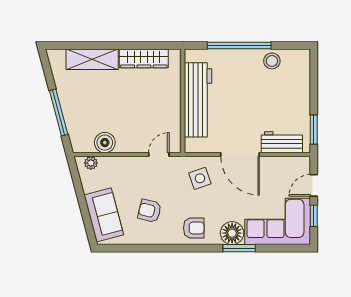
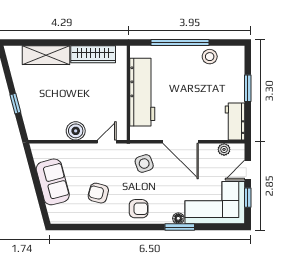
window: (59, 113) -> (15, 104), width x0.46
window: (314, 129) -> (248, 88), moved
workbench: (282, 142) -> (235, 121), moved, turned -90
boiler: (105, 143) -> (76, 131), moved
plant: (91, 163) -> (224, 149), moved
sofa: (104, 215) -> (53, 182), moved
floor lamp: (232, 233) -> (178, 218), width x0.53, depth x0.53

